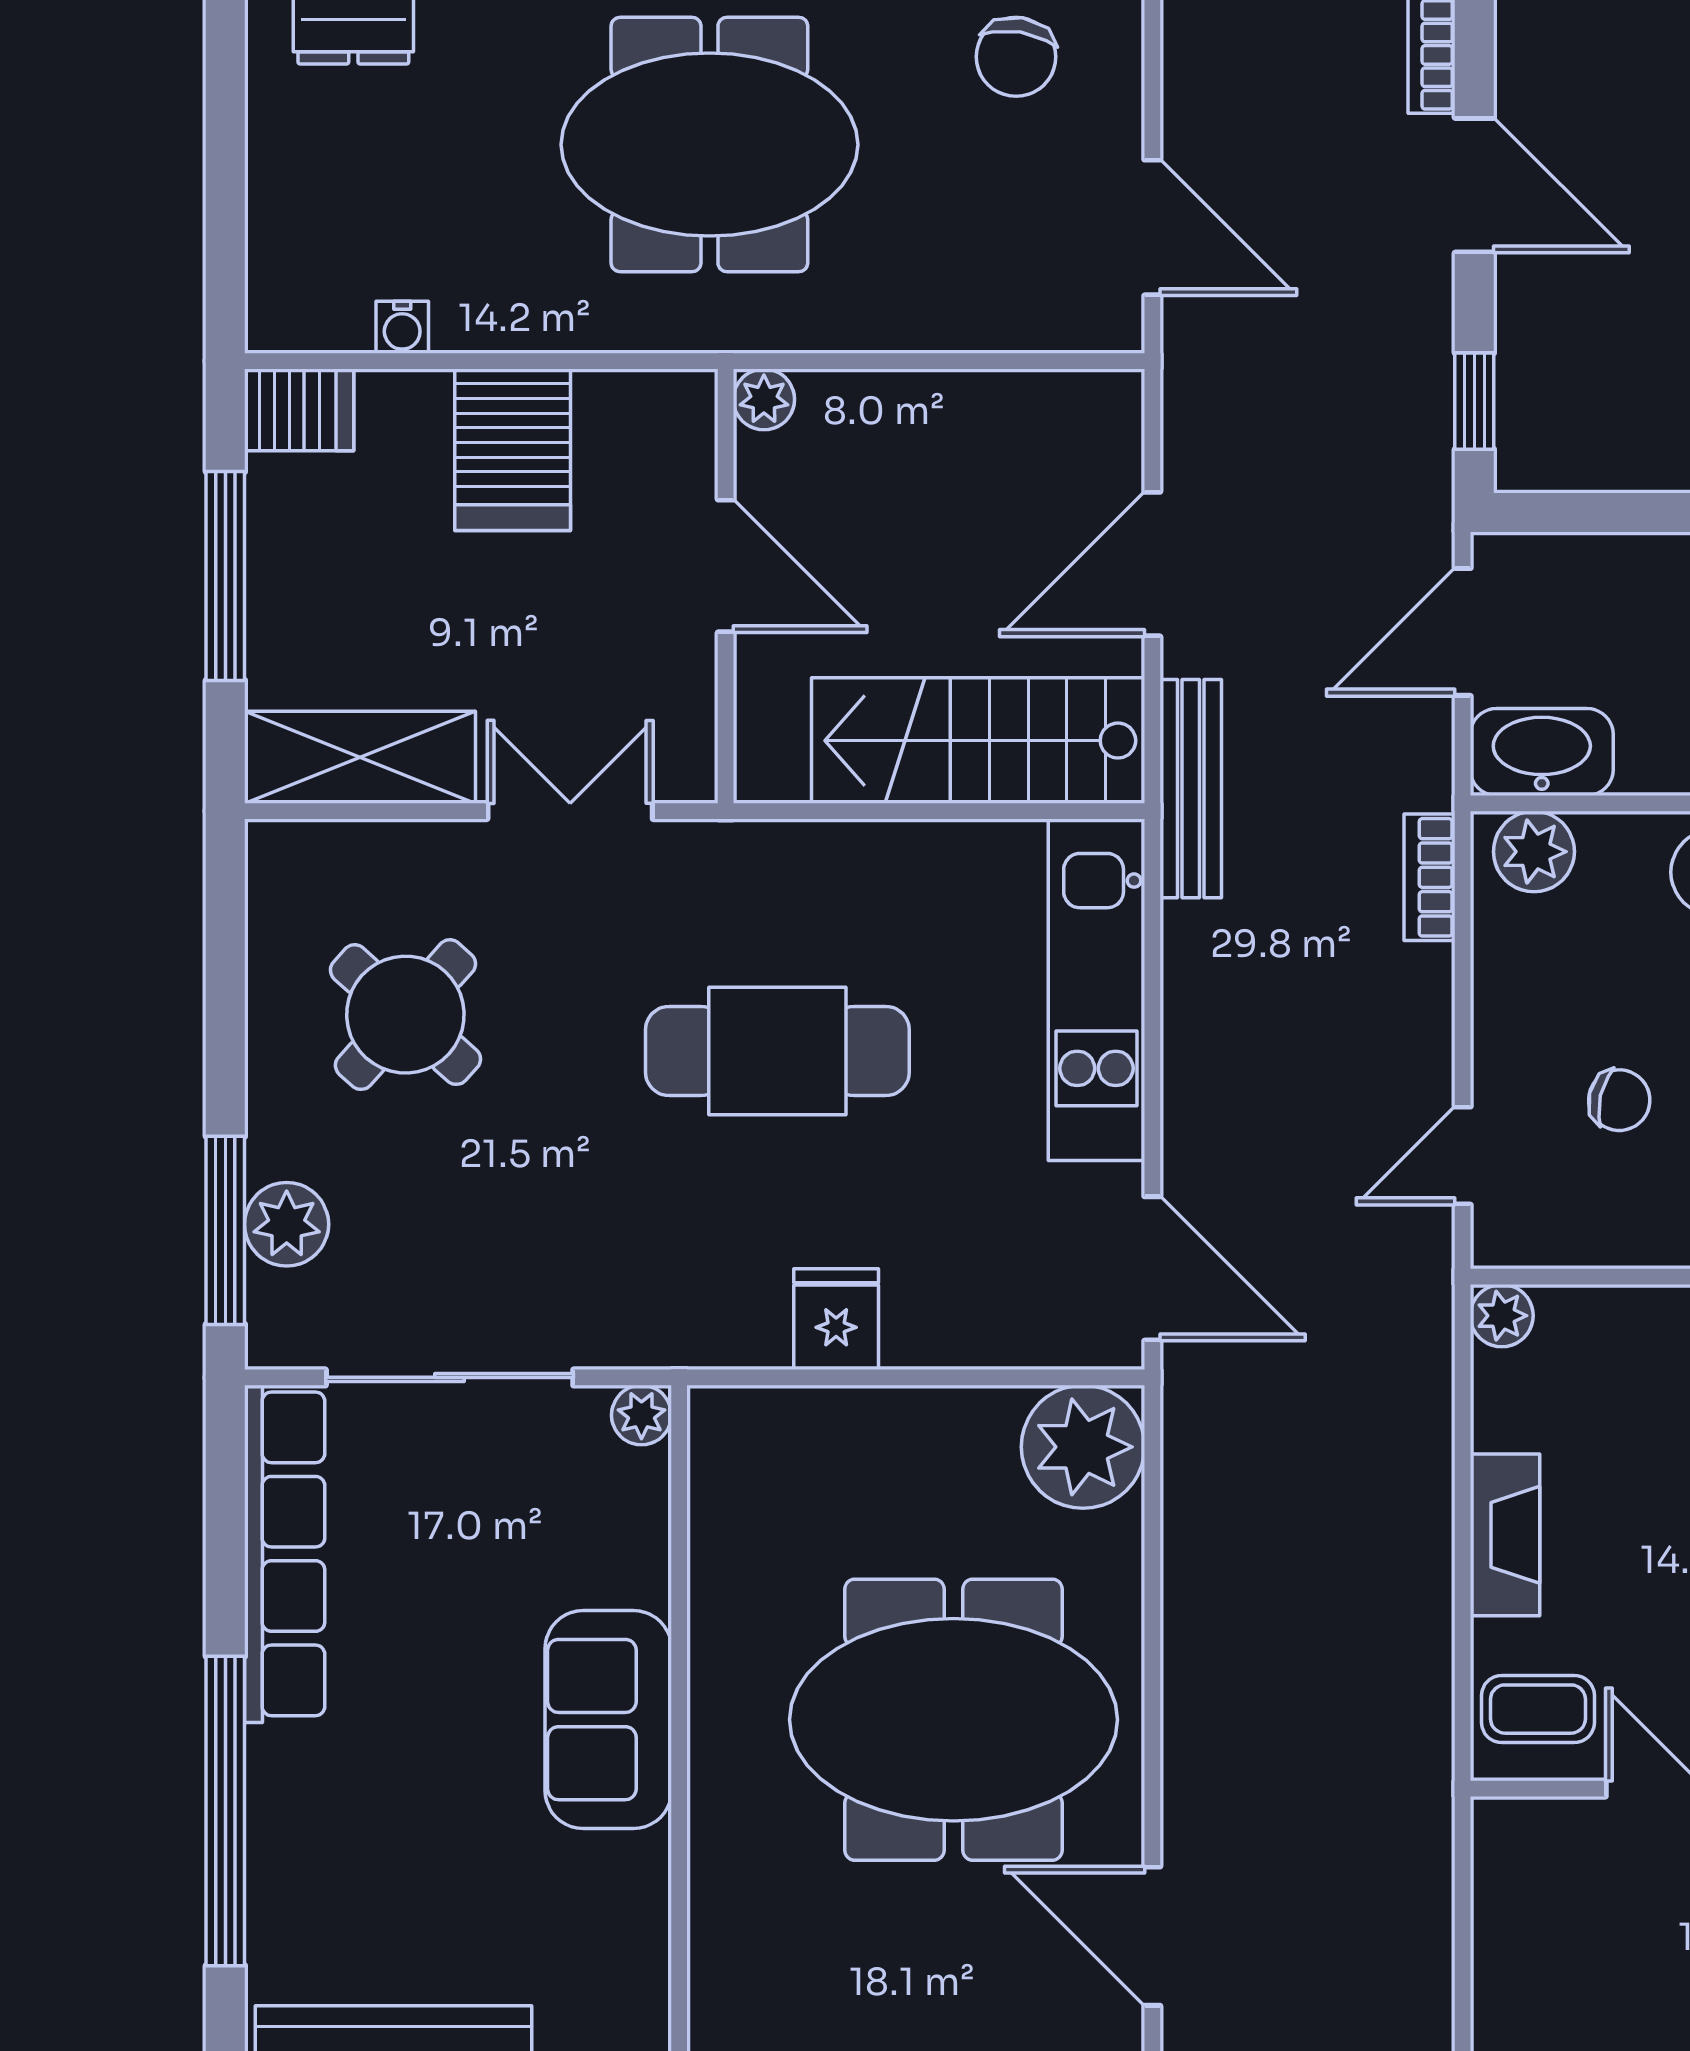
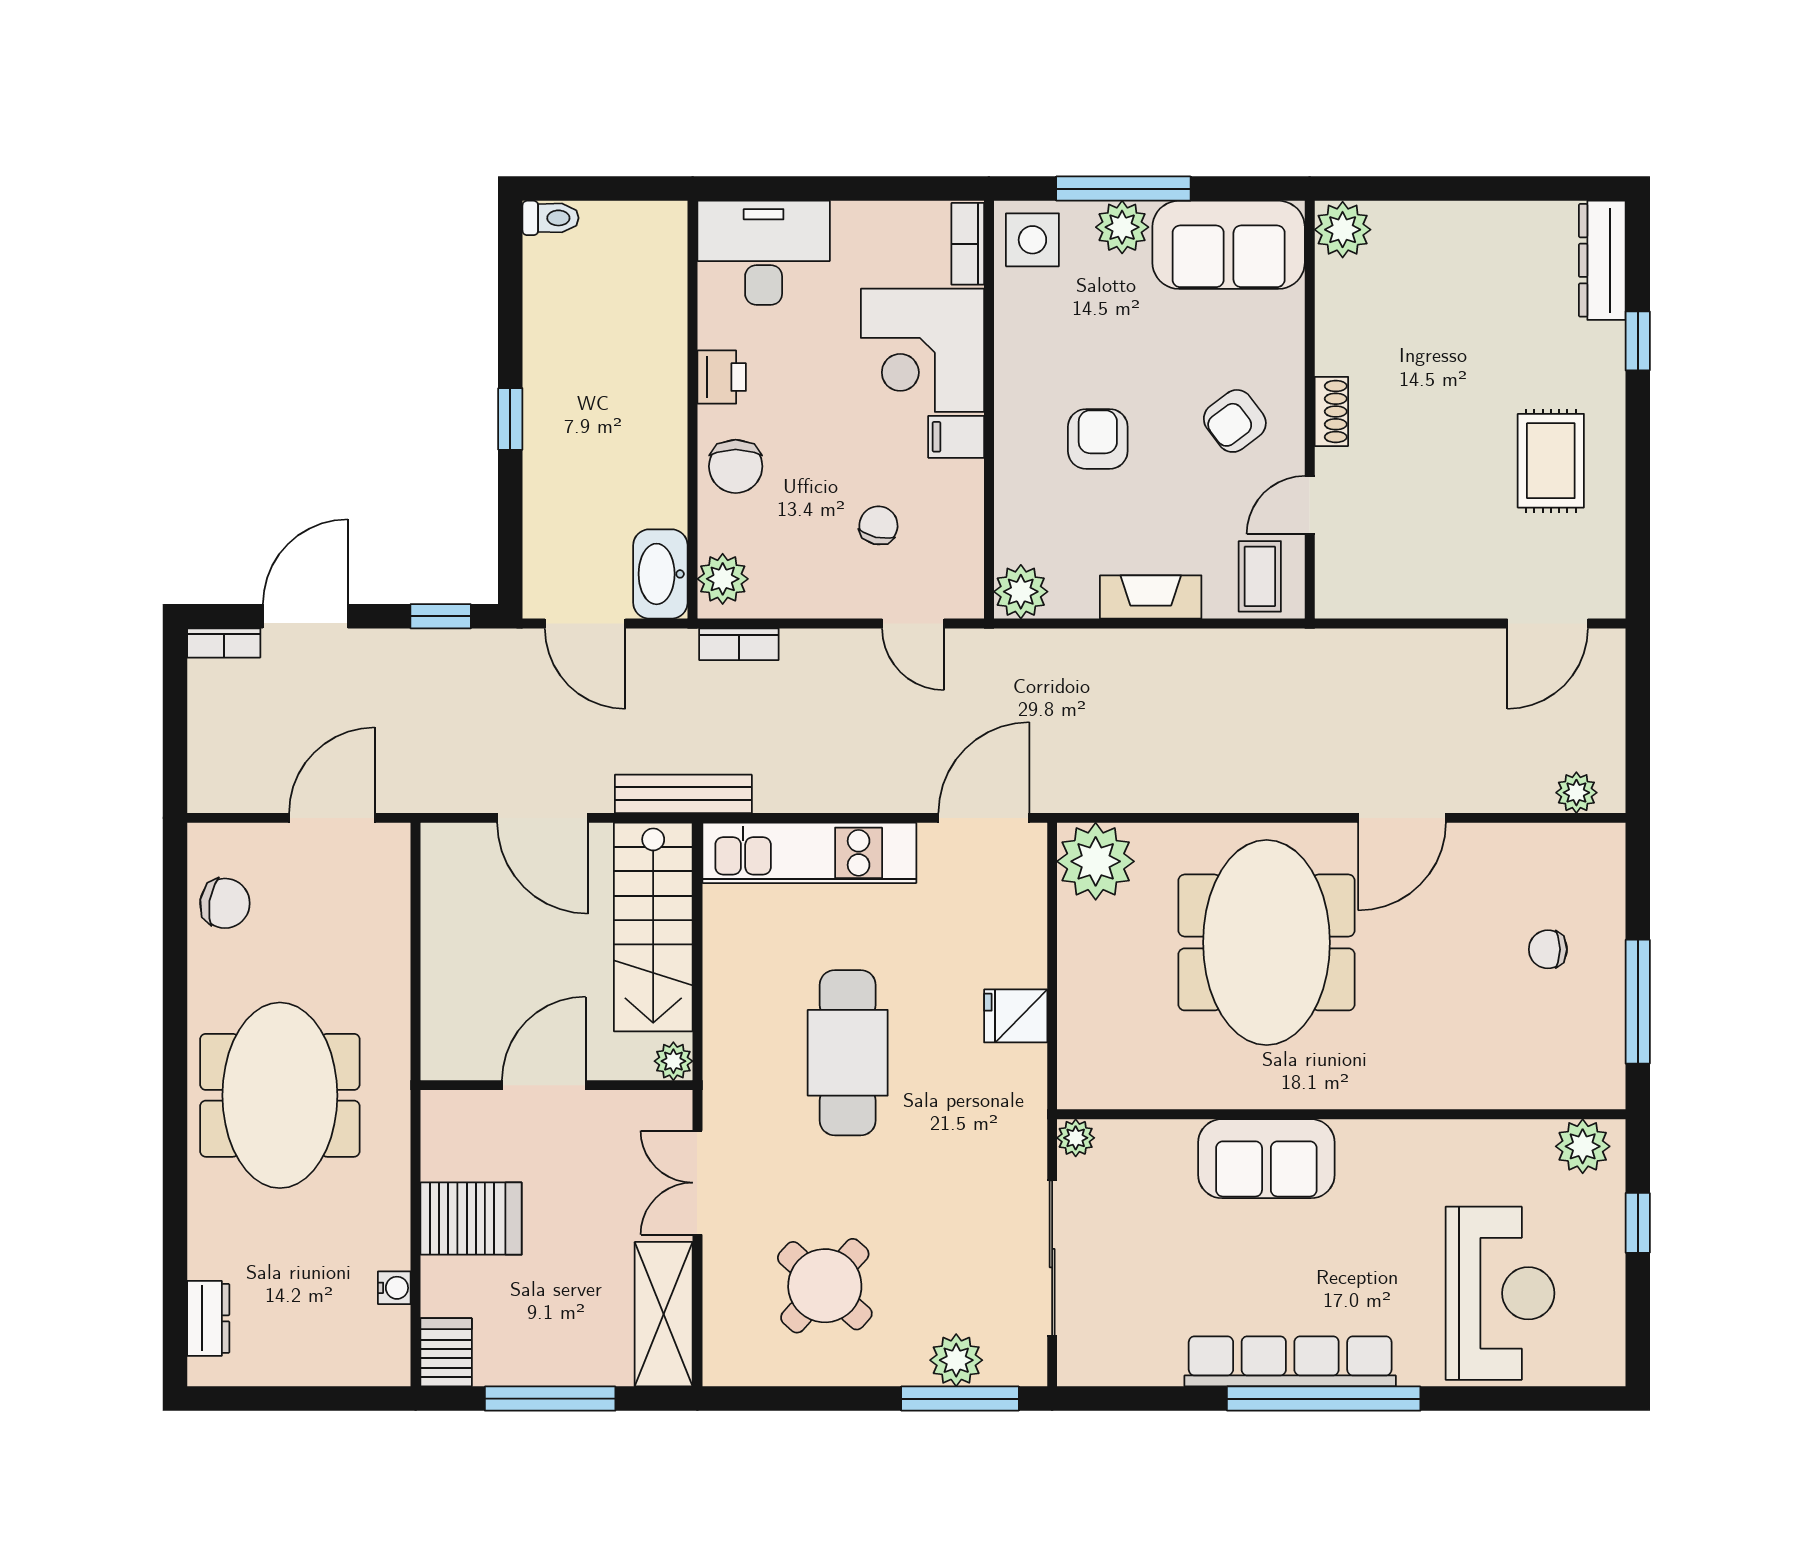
plant: (764, 399) -> (673, 1061), moved
plant: (1502, 1316) -> (1021, 592), width x1.38, depth x1.38
row of seats: (285, 1554) -> (1290, 1361), moved

